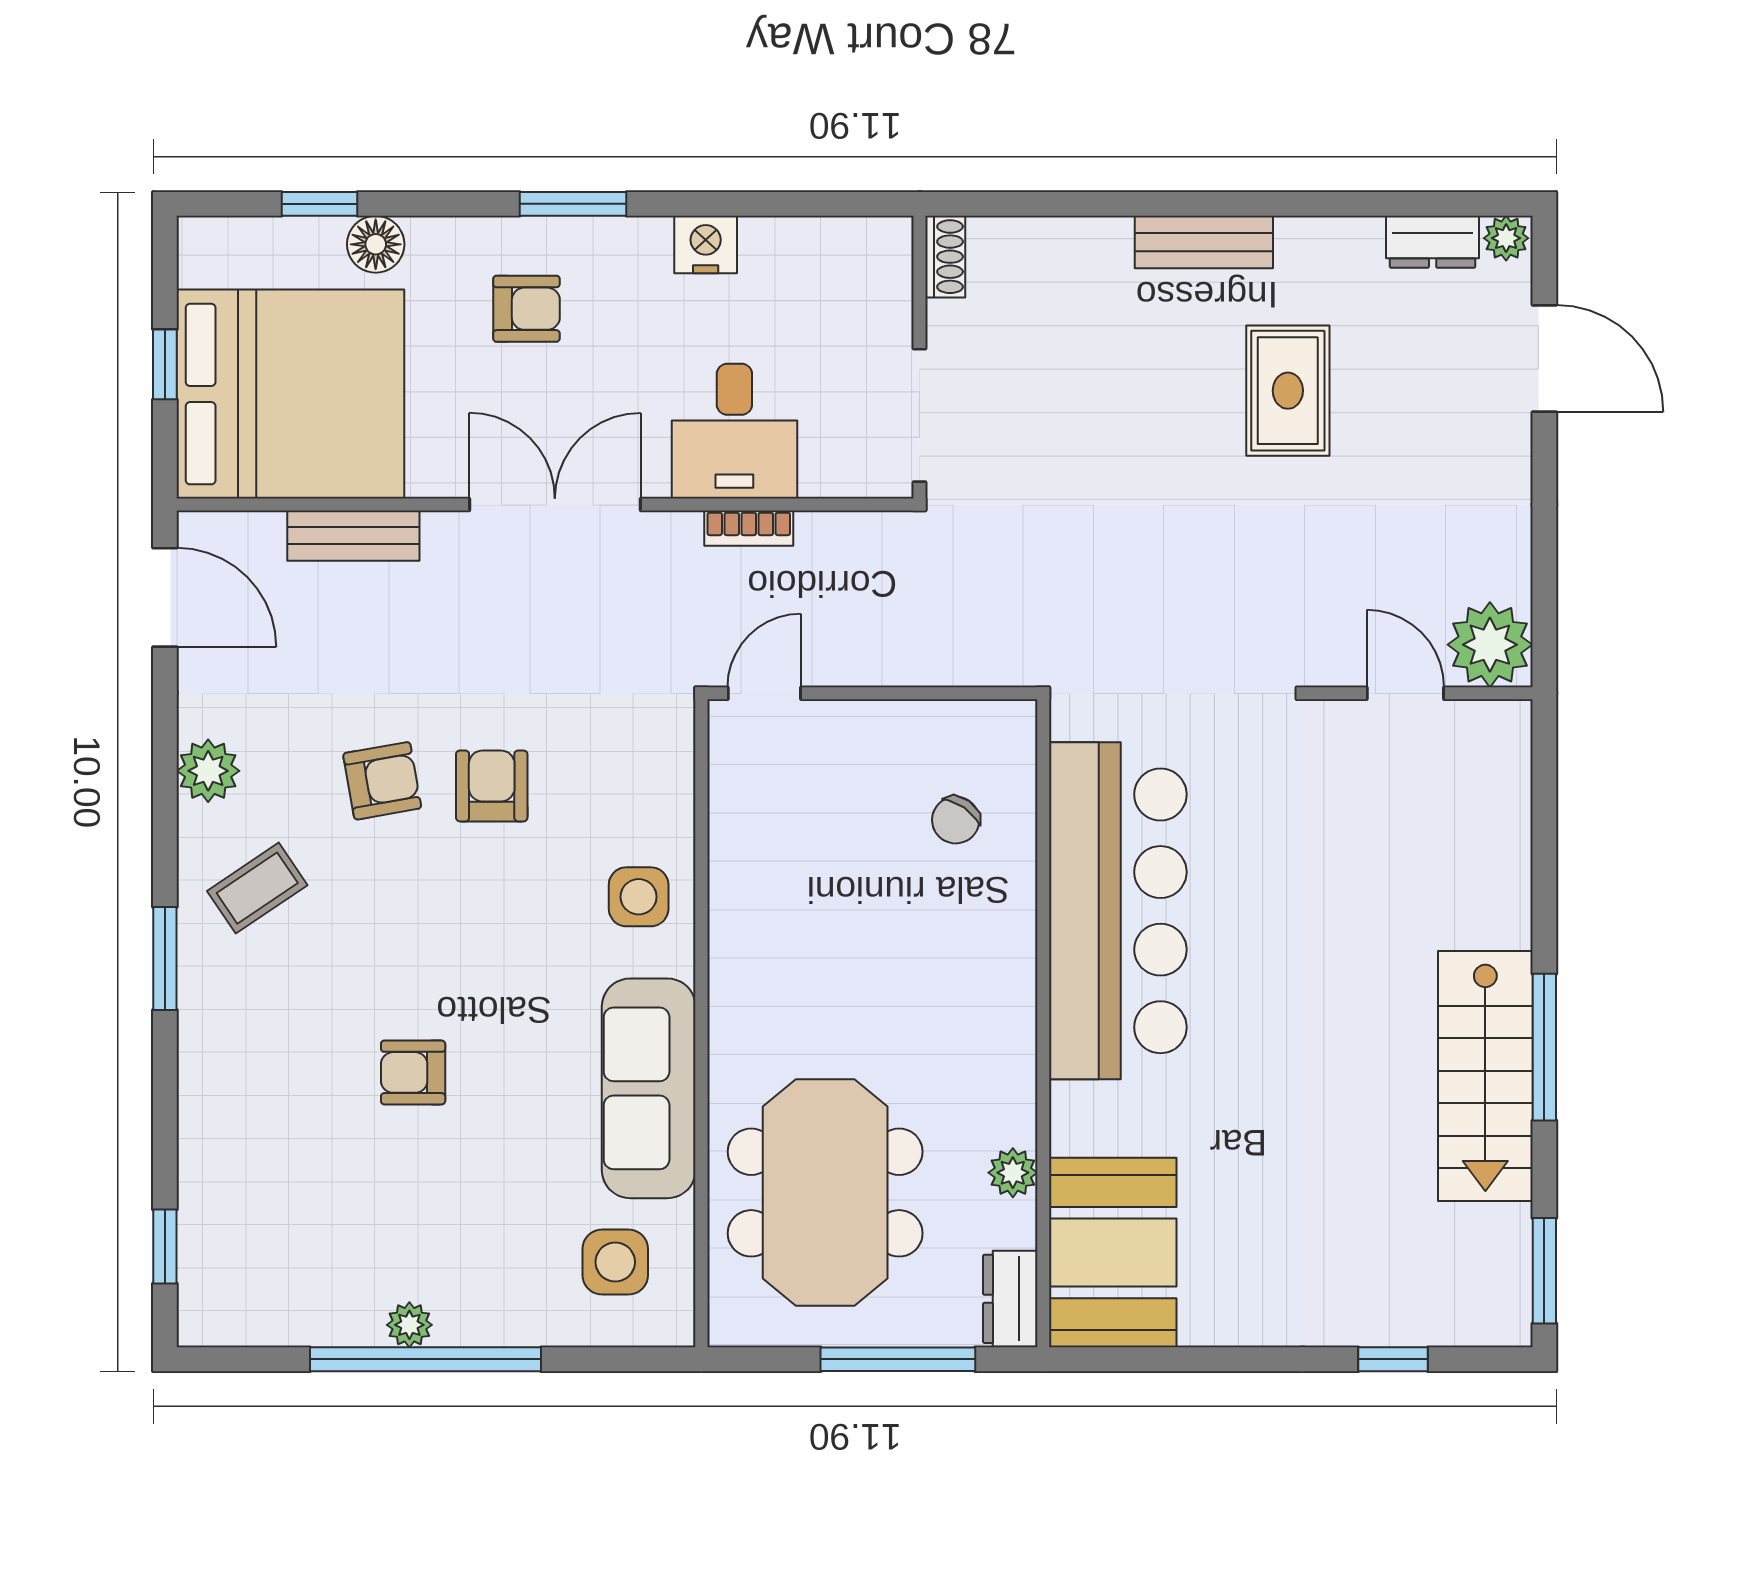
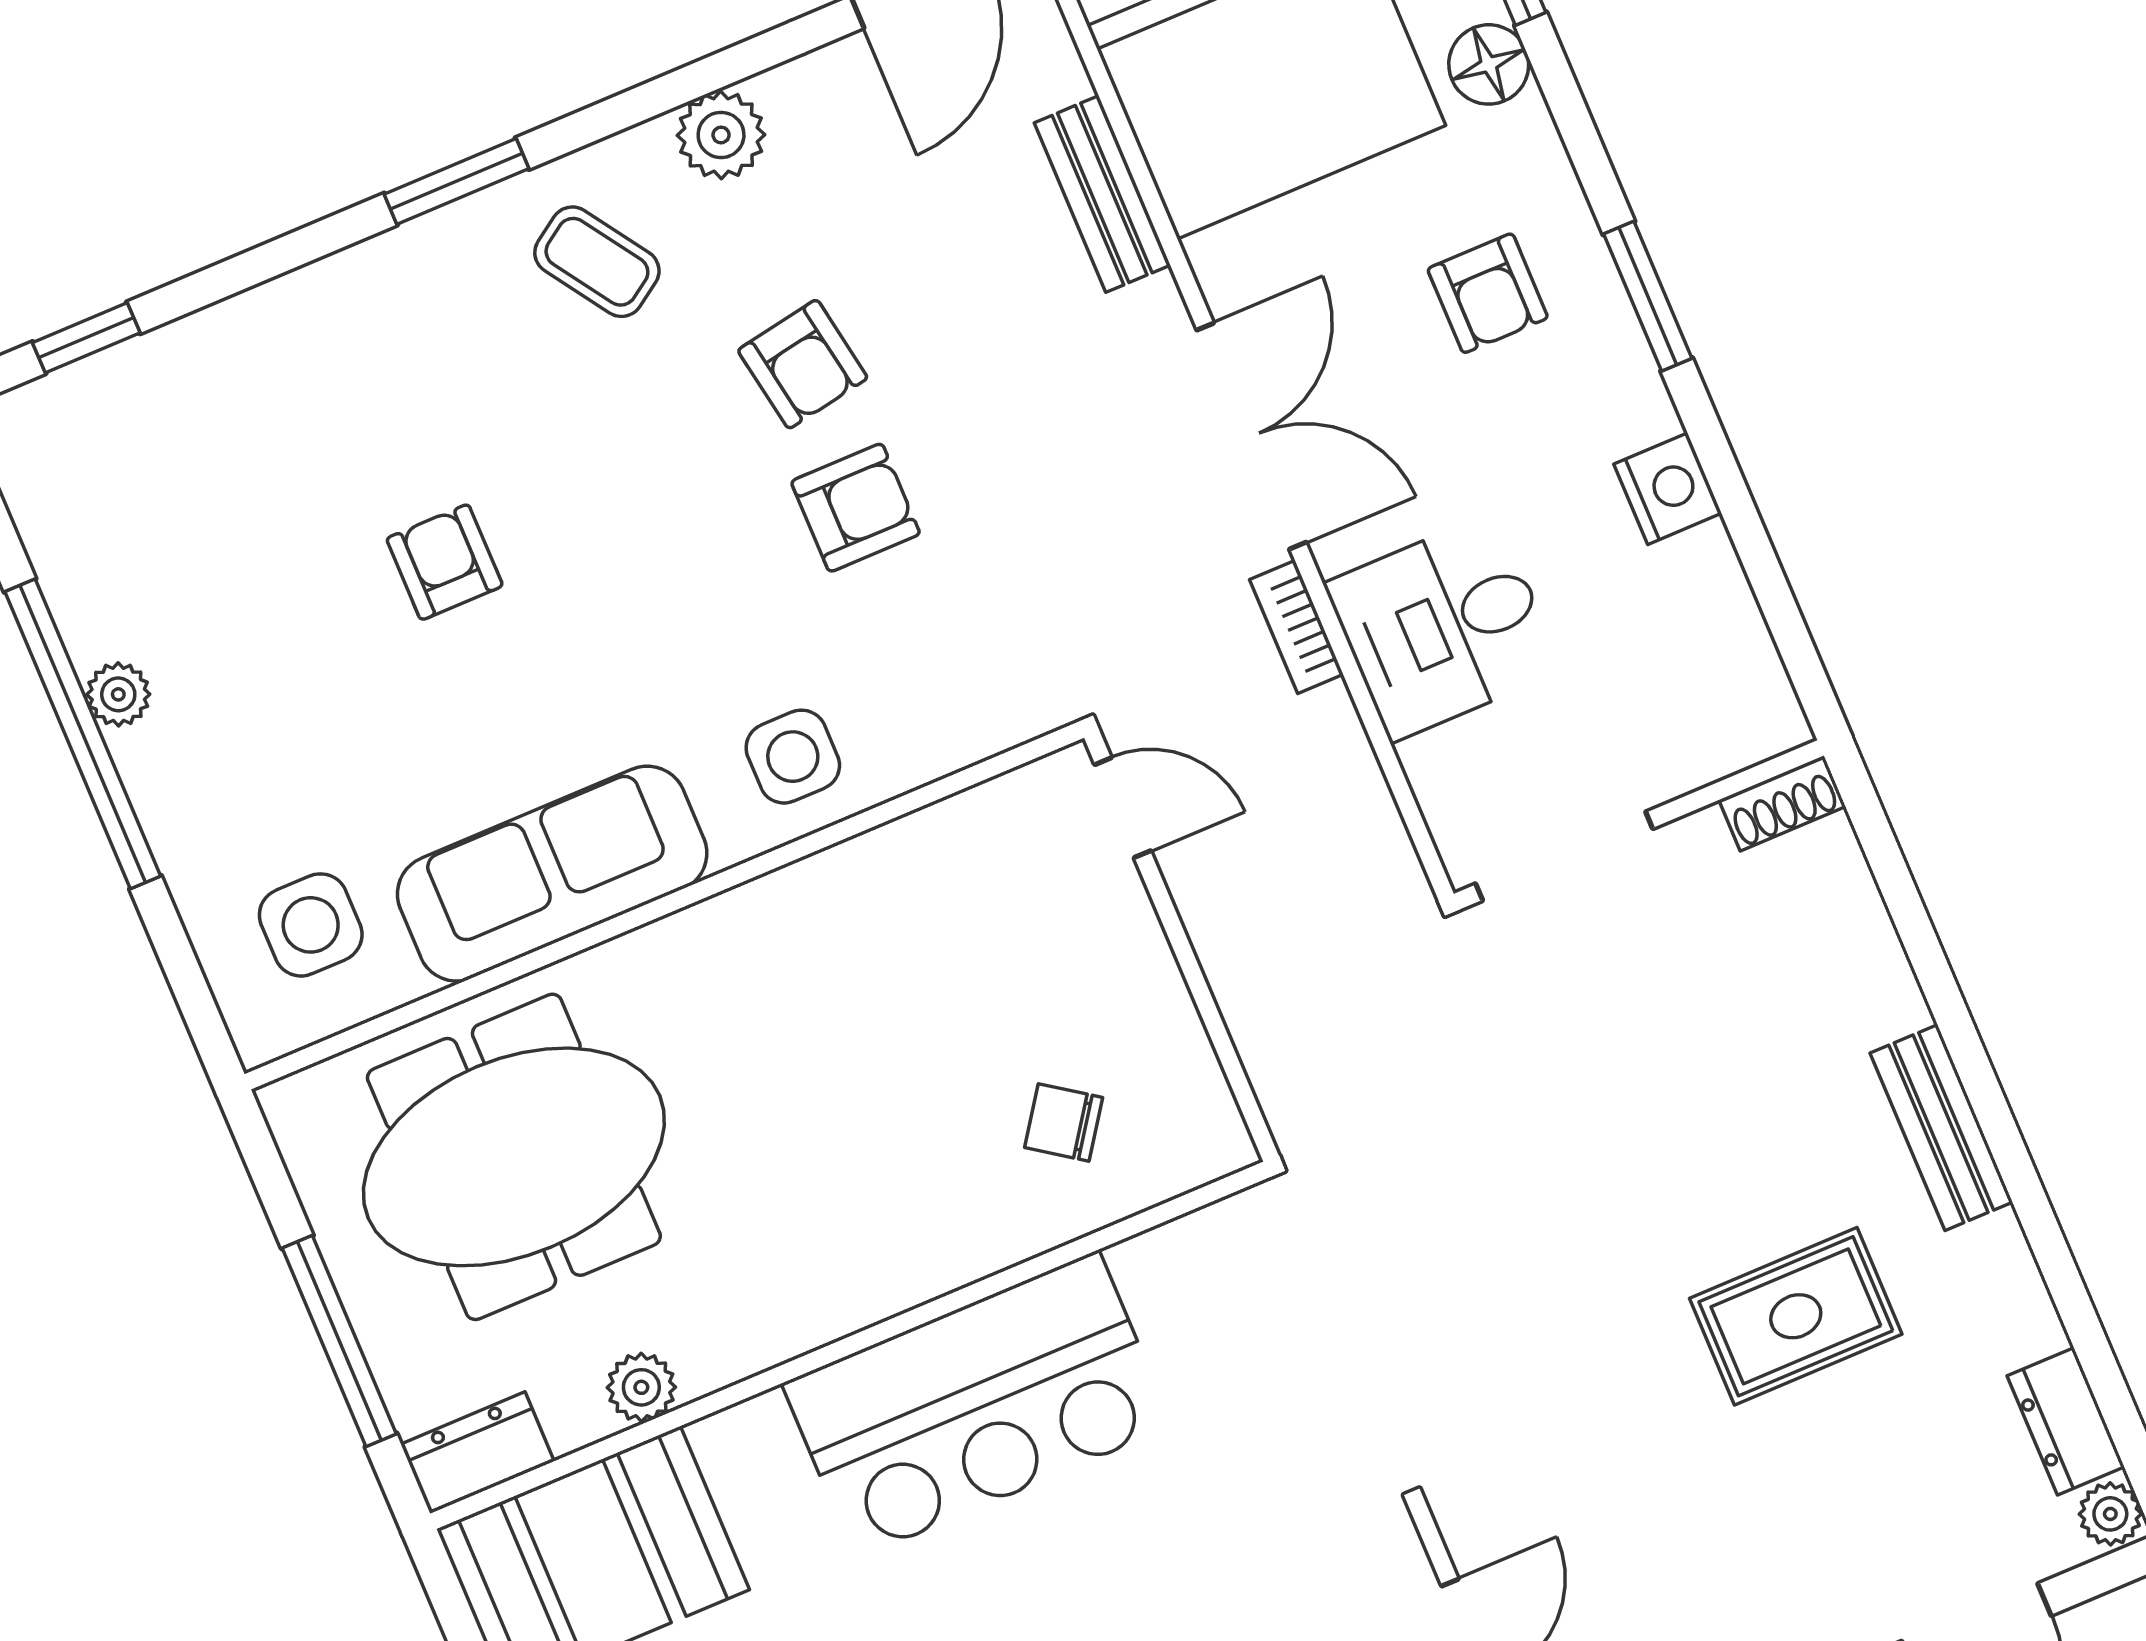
bookcase: (749, 528) -> (1296, 627), moved
bar counter: (1118, 911) -> (977, 1405), width x0.73

